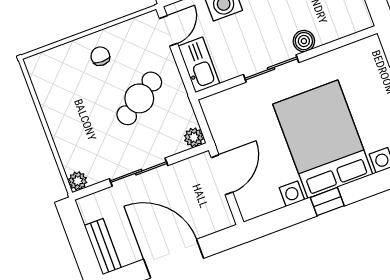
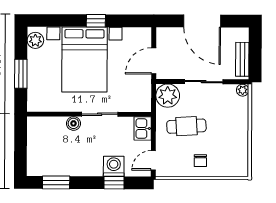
kitchen sink: (199, 65) -> (143, 128), width x0.73
cafe table: (139, 98) -> (186, 126), turned 30
plant: (194, 137) -> (168, 96), width x1.87, depth x1.87
bench: (103, 247) -> (242, 59), moved

